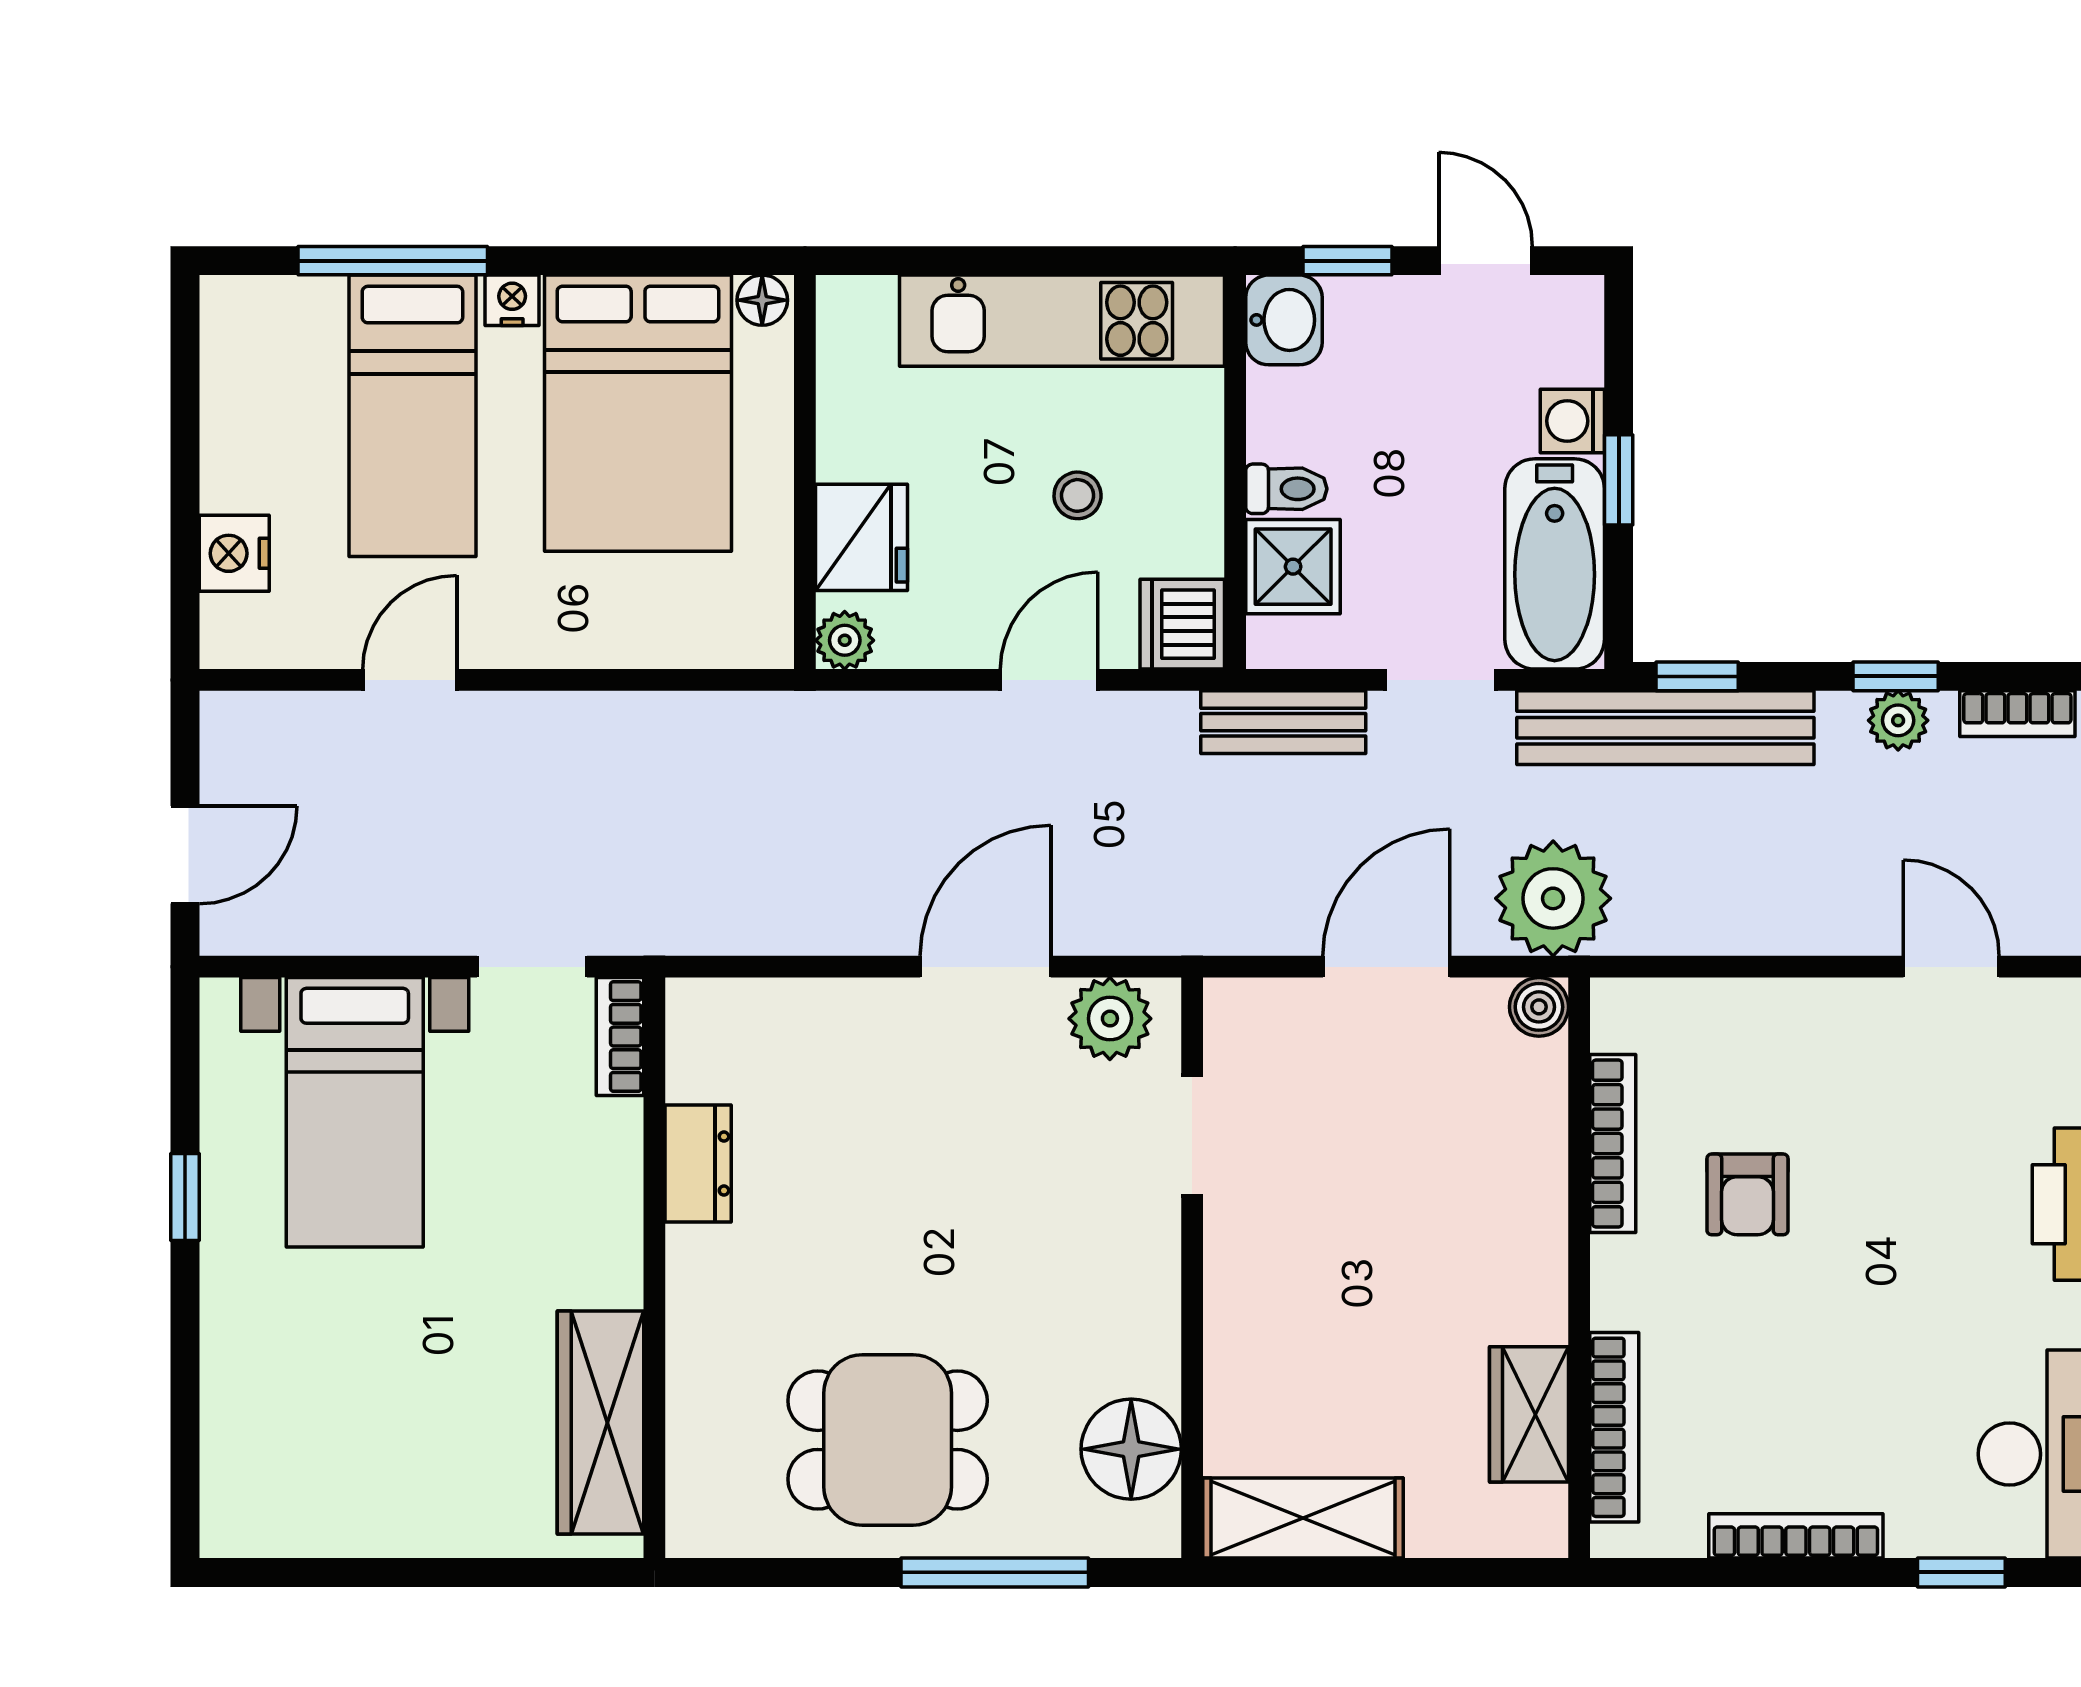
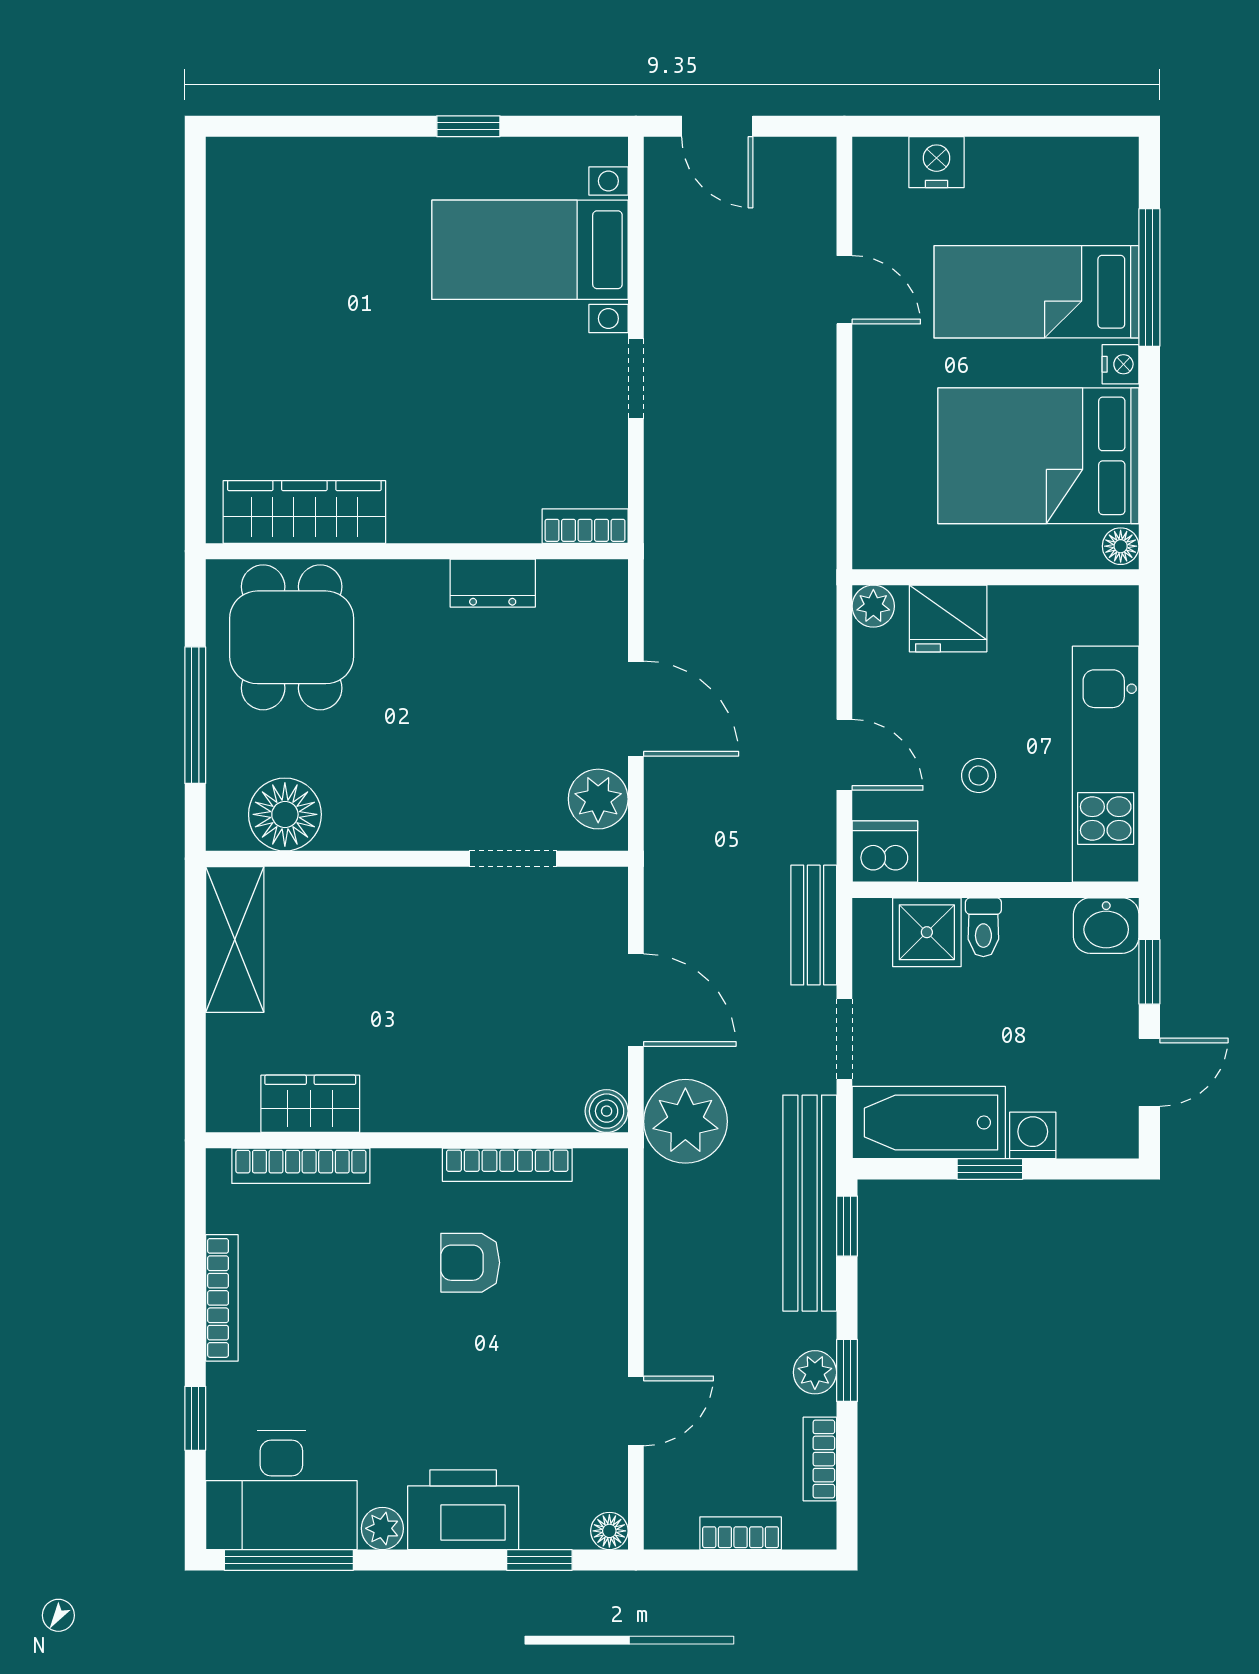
bookcase: (620, 1037) -> (585, 526), moved
dresser: (698, 1164) -> (493, 583), moved
wall: (654, 1268) -> (417, 551), moved
wardrobe: (601, 1422) -> (304, 512), moved

